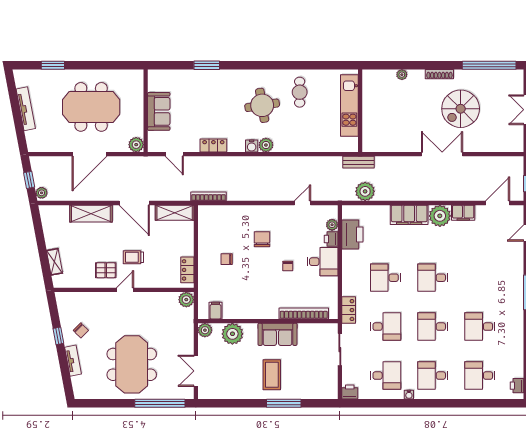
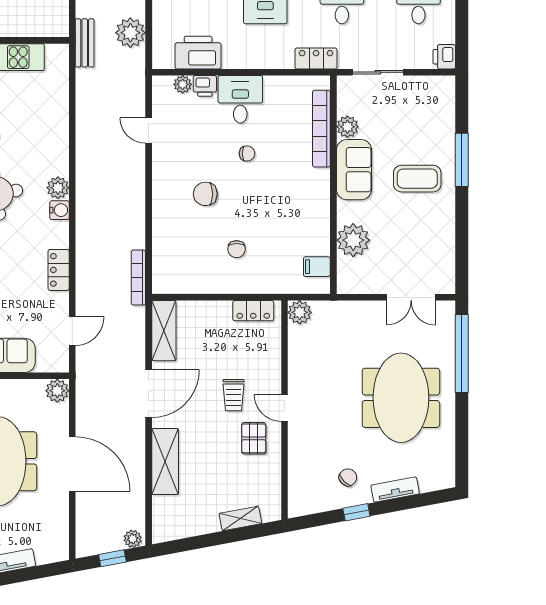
plant: (205, 330) -> (347, 127), moved
meeting table: (132, 364) -> (401, 398), turned 90

